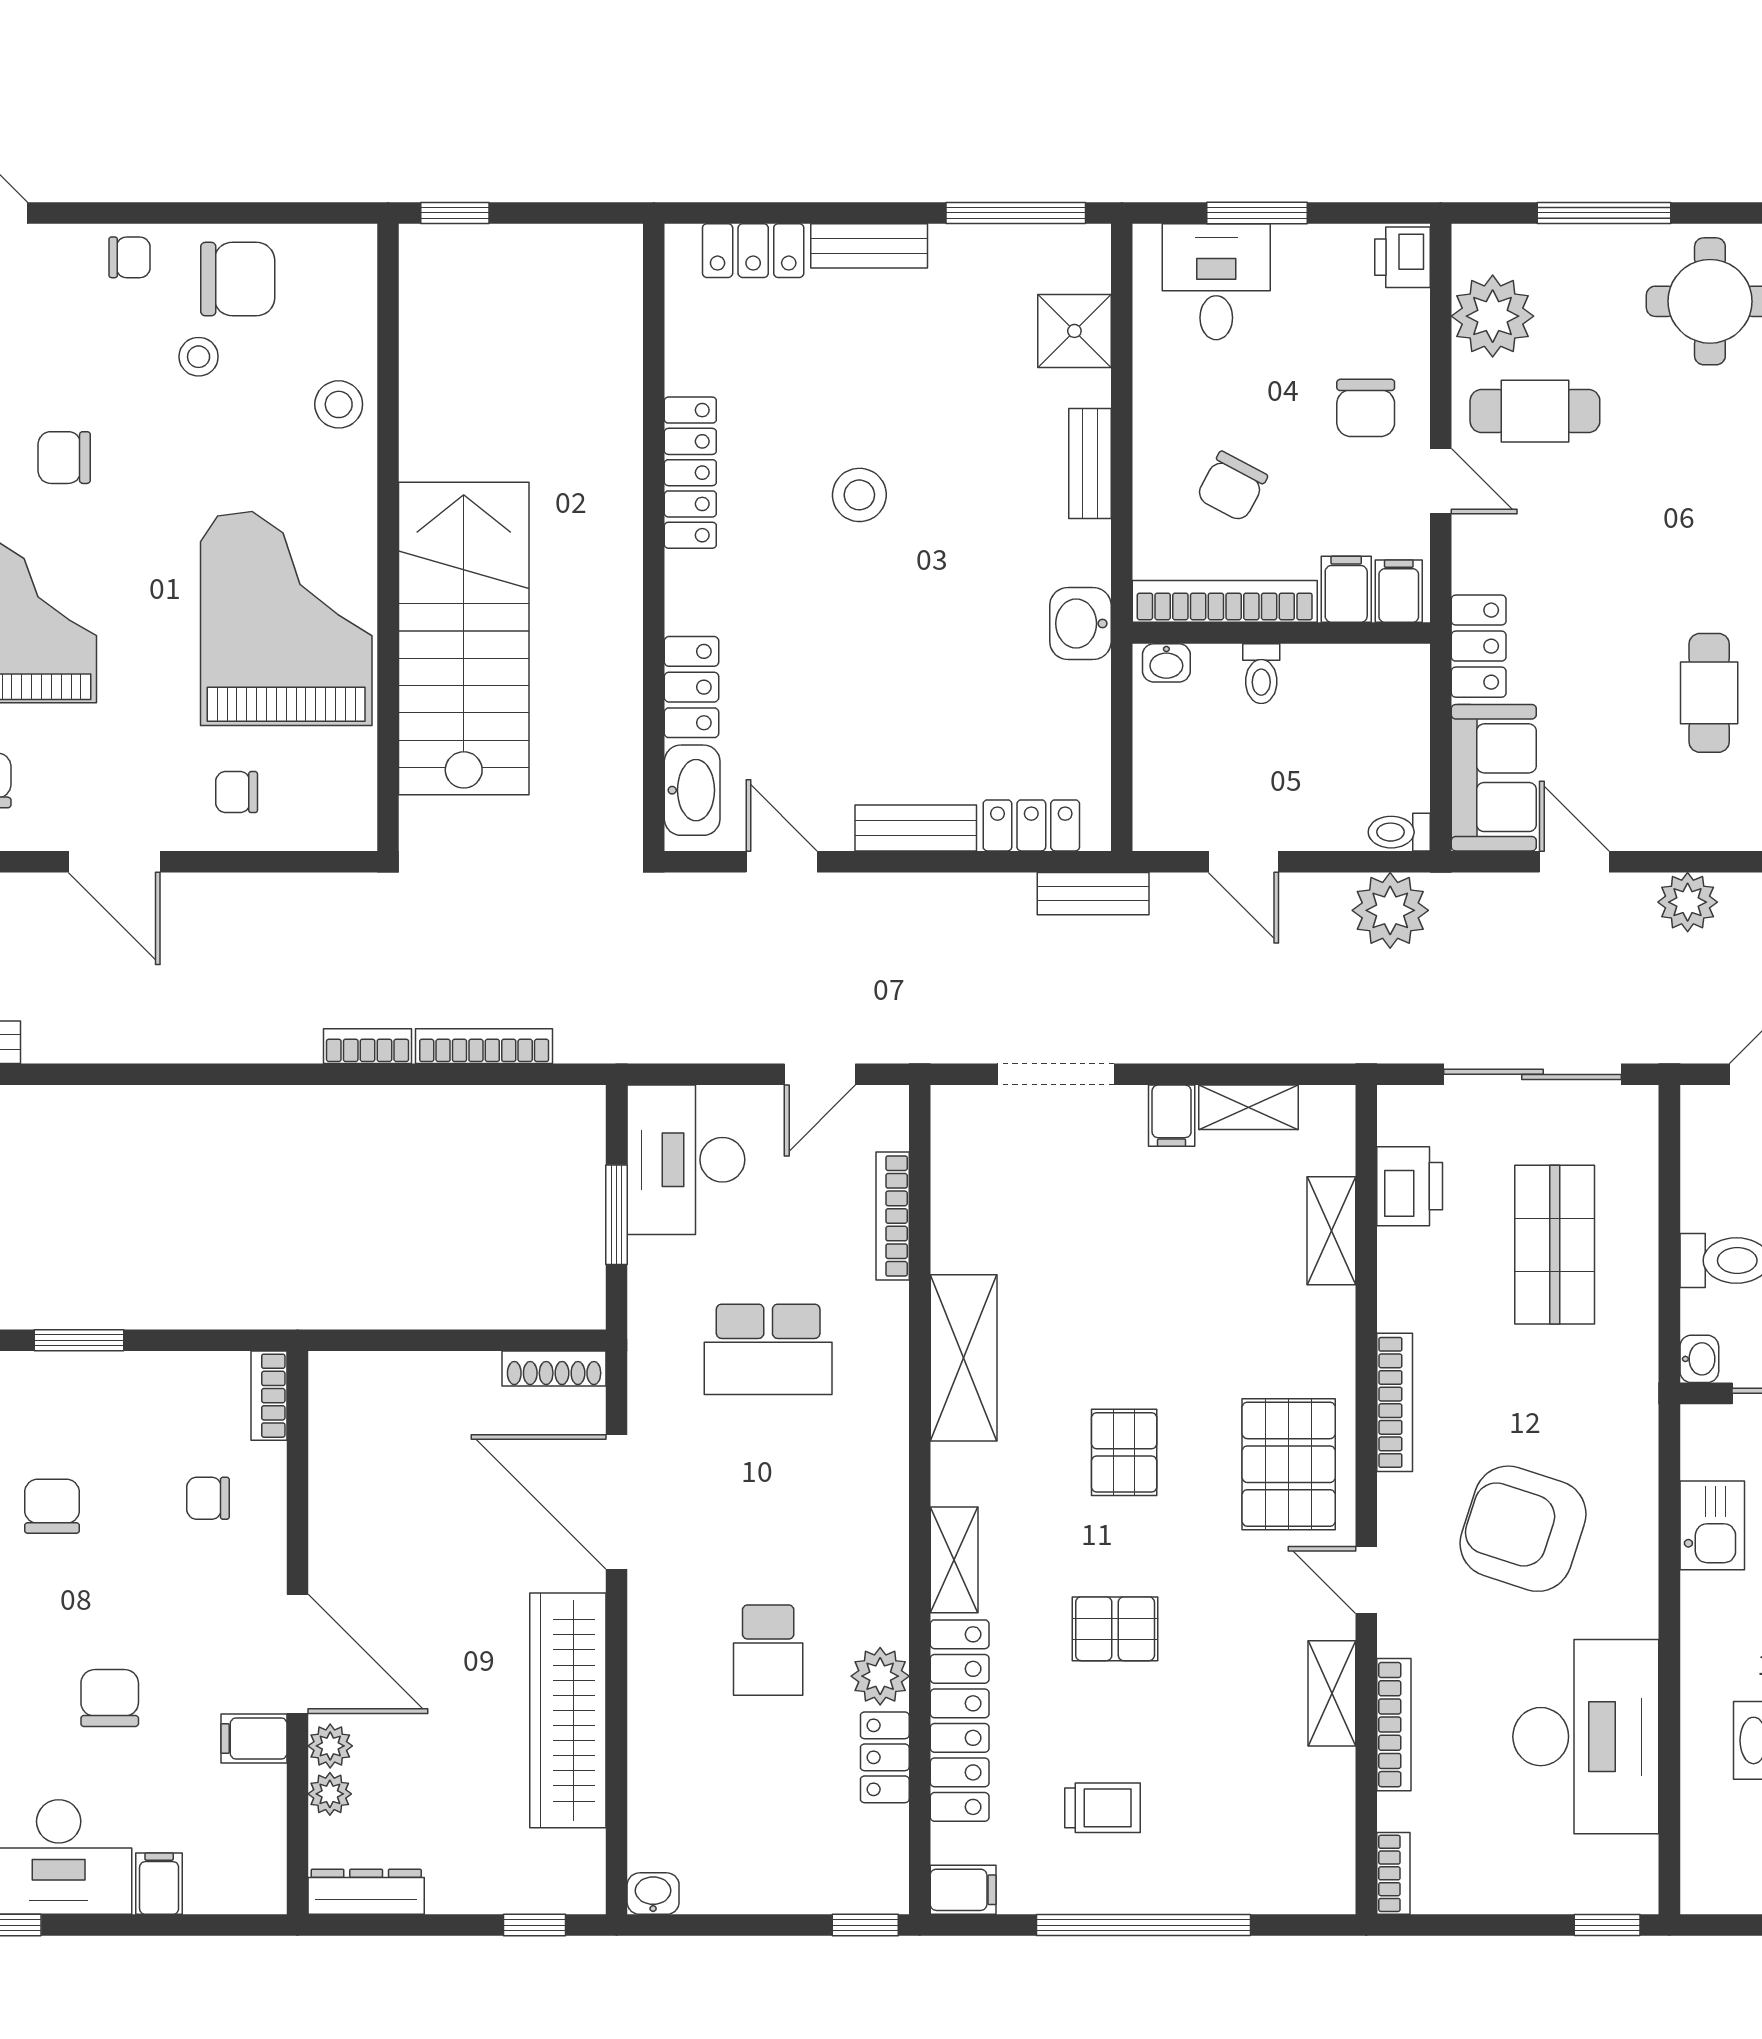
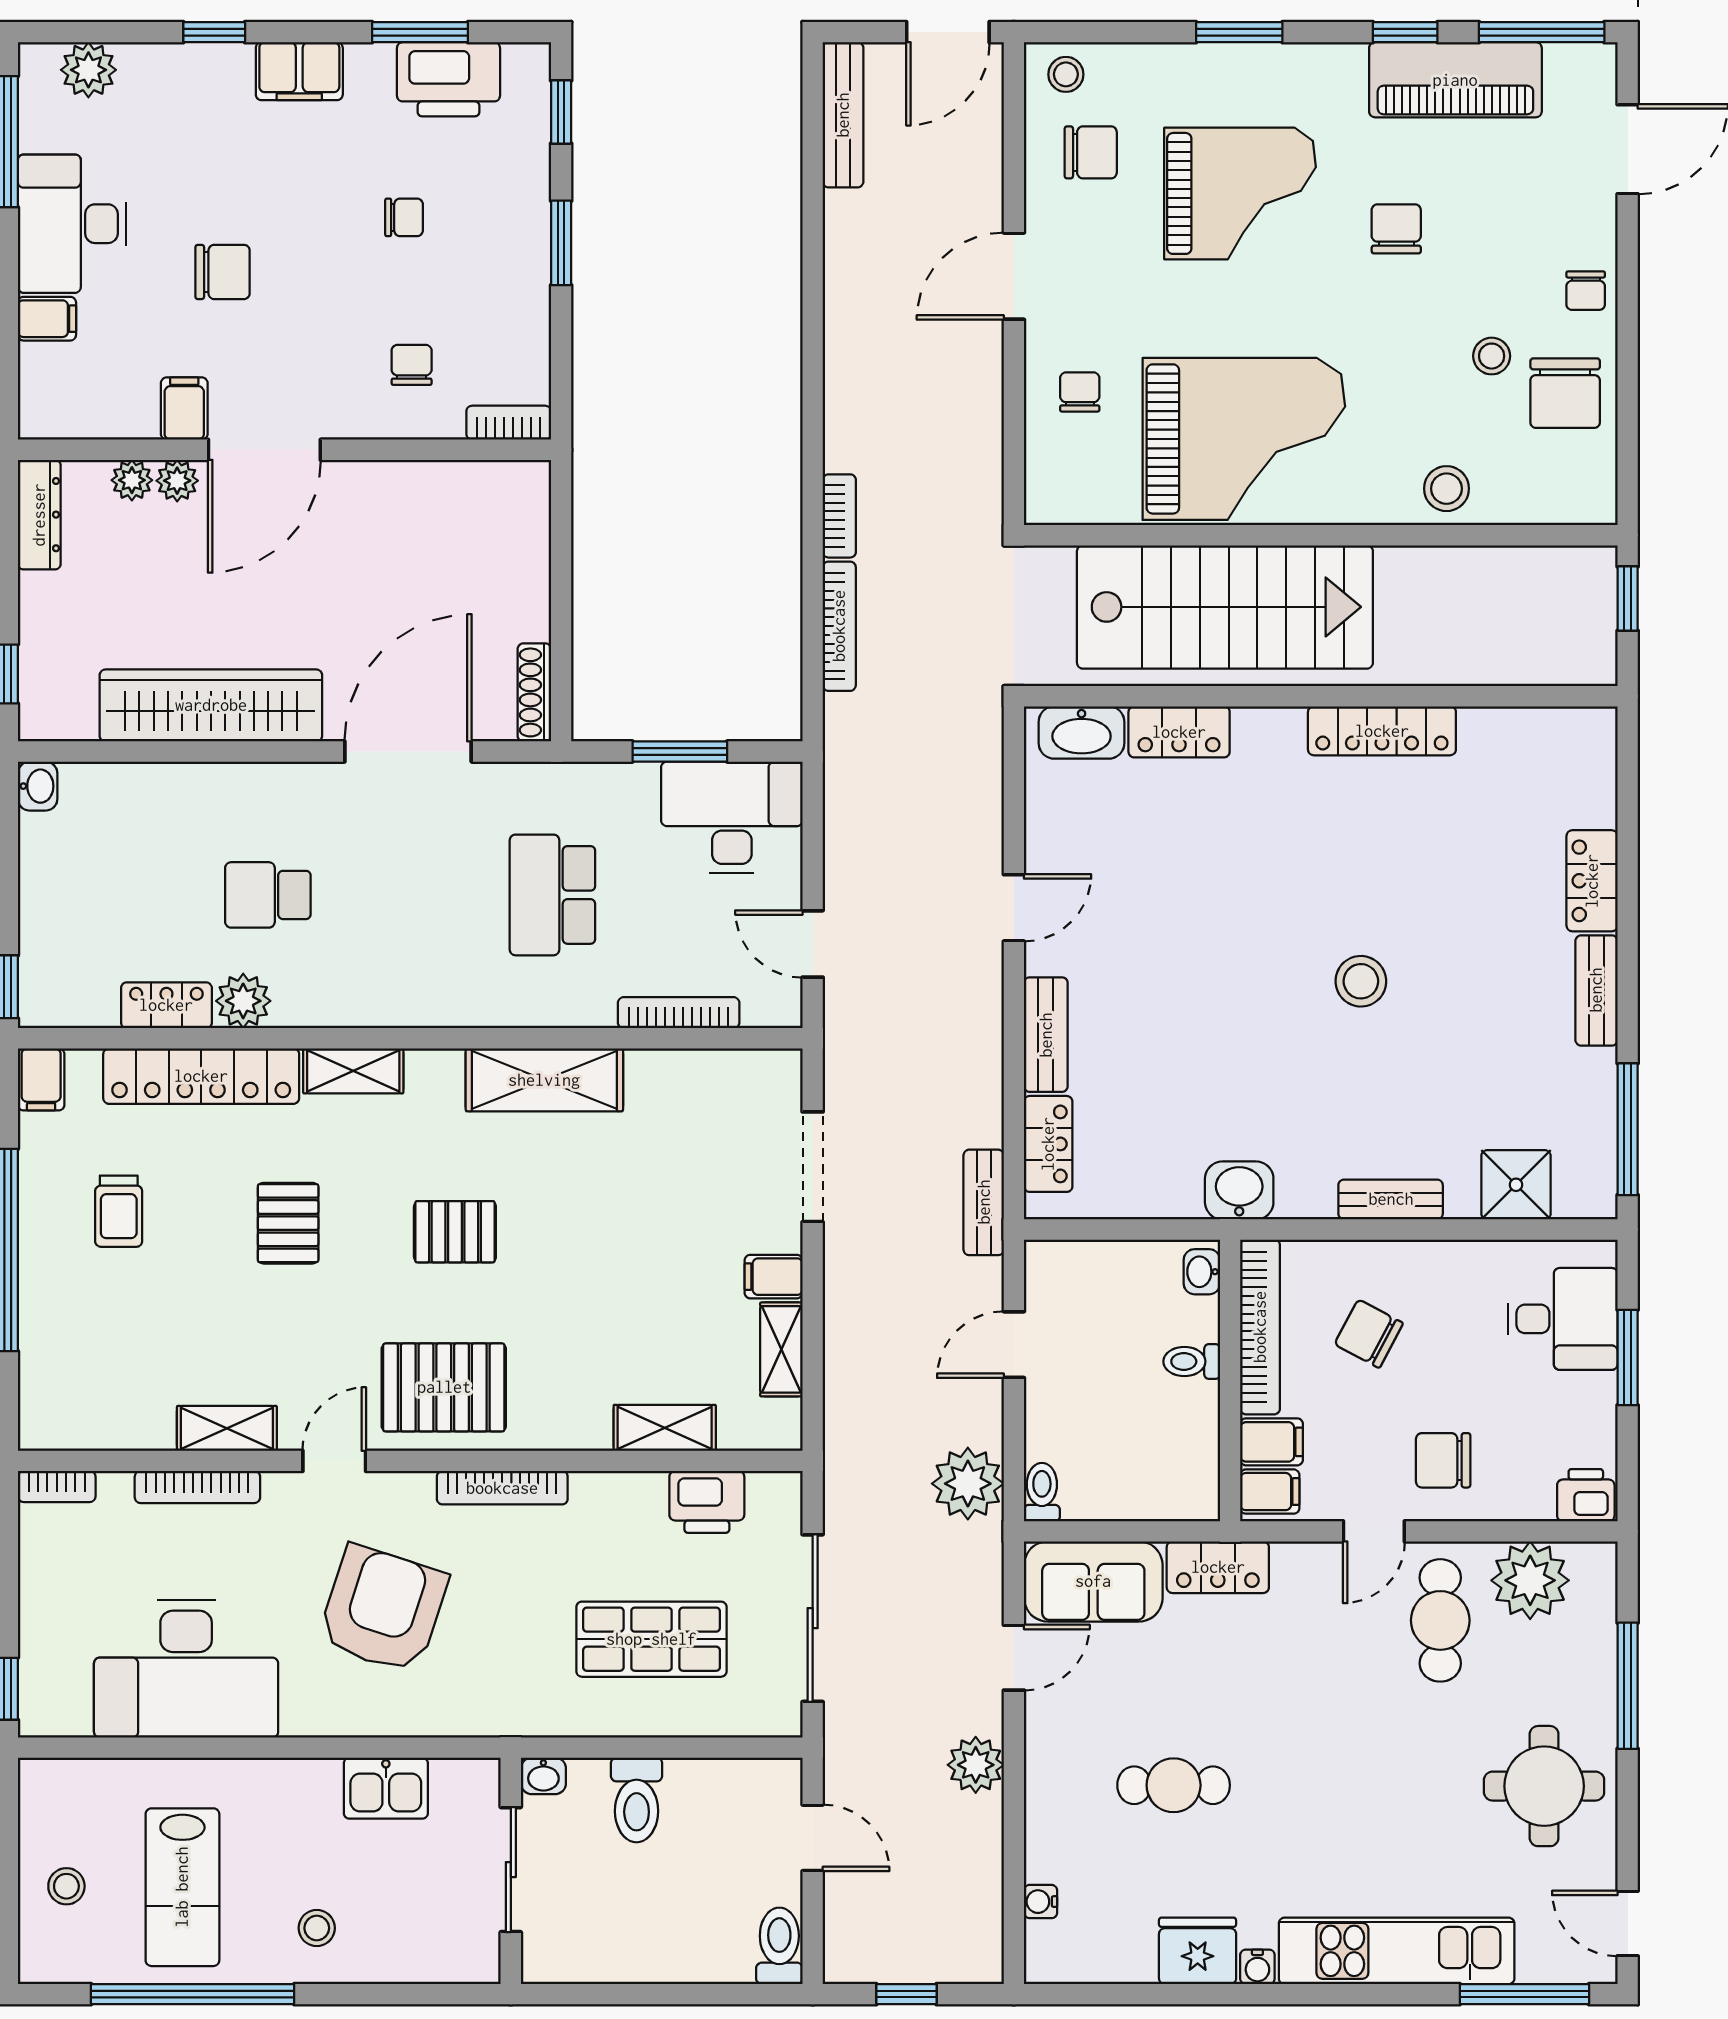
locker: (690, 473) -> (1382, 731), moved
wall: (654, 537) -> (1321, 696), moved
locker: (691, 687) -> (1179, 732), moved
washbasin: (692, 790) -> (1082, 732), moved
chair: (52, 1506) -> (404, 217), width x0.73, depth x0.73

